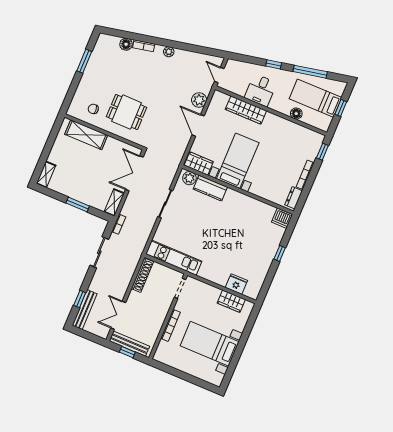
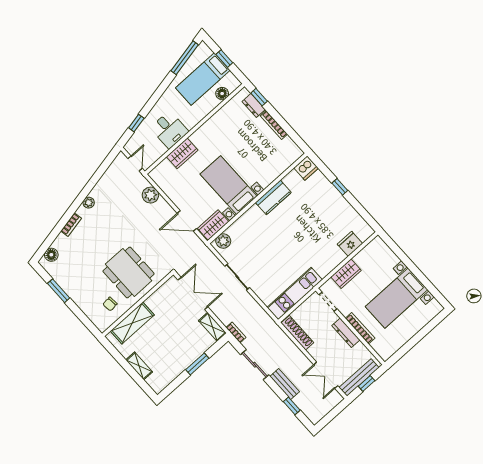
floor lamp: (126, 44) -> (51, 255), moved
window: (274, 64) -> (136, 123), moved
window: (310, 72) -> (185, 58), moved
door: (219, 75) -> (135, 163), swing flipped
wardrobe: (246, 110) -> (182, 153), width x0.67
dining table: (127, 112) -> (129, 272), width x1.38
floor lamp: (296, 114) -> (222, 94), moved
door: (198, 125) -> (187, 221), moved
double door: (134, 173) -> (193, 293), swing flipped
shelving: (46, 174) -> (139, 366), moved
kitchen counter: (210, 188) -> (273, 197), moved
dresser: (294, 198) -> (254, 106), moved
wardrobe: (231, 301) -> (346, 274), moved
bench: (85, 310) -> (285, 384), moved, width x0.73
dresser: (161, 315) -> (346, 333), added

